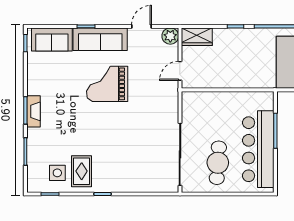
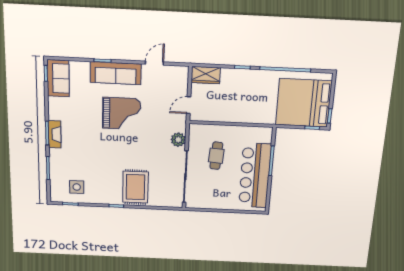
plant: (170, 36) -> (178, 140), moved
sofa: (52, 39) -> (58, 78), moved, turned -90
grand piano: (107, 84) -> (122, 114), turned 180
cafe table: (218, 163) -> (216, 156), moved, width x0.73, depth x0.74
rug: (82, 171) -> (135, 187), moved, width x1.36, depth x1.43

